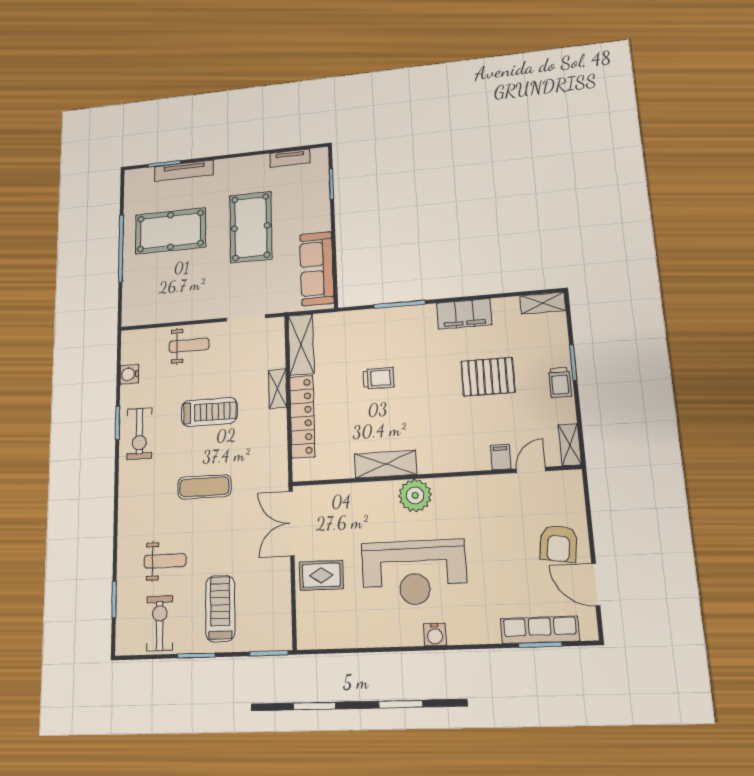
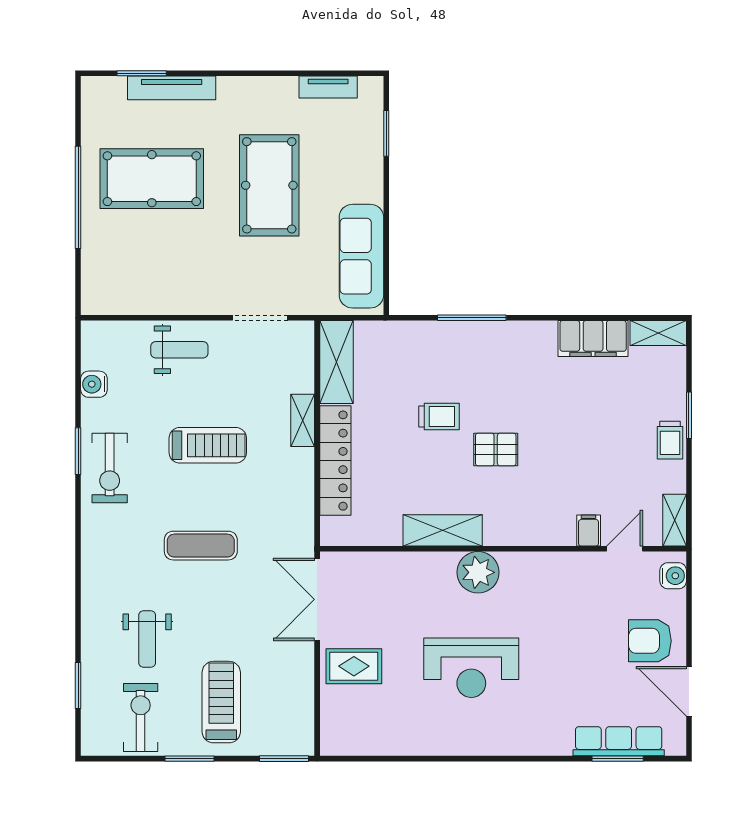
filing cabinet: (464, 314) -> (593, 338), moved
pallet: (488, 377) -> (496, 449), moved, width x0.67, depth x0.71
armchair: (559, 544) -> (650, 641), turned 82
weight bench: (165, 561) -> (147, 639), turned 90
reception desk: (414, 572) -> (471, 668), width x0.74, depth x0.77
water cooler: (435, 635) -> (673, 576), moved, turned -90

